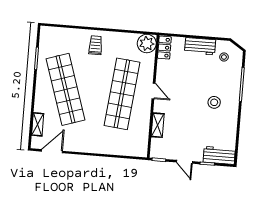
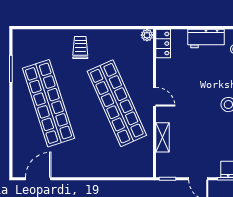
plant: (147, 44) -> (147, 35), width x0.53, depth x0.53
shop shelf: (122, 94) -> (117, 103), turned -30
shelving: (38, 124) -> (19, 148), removed

